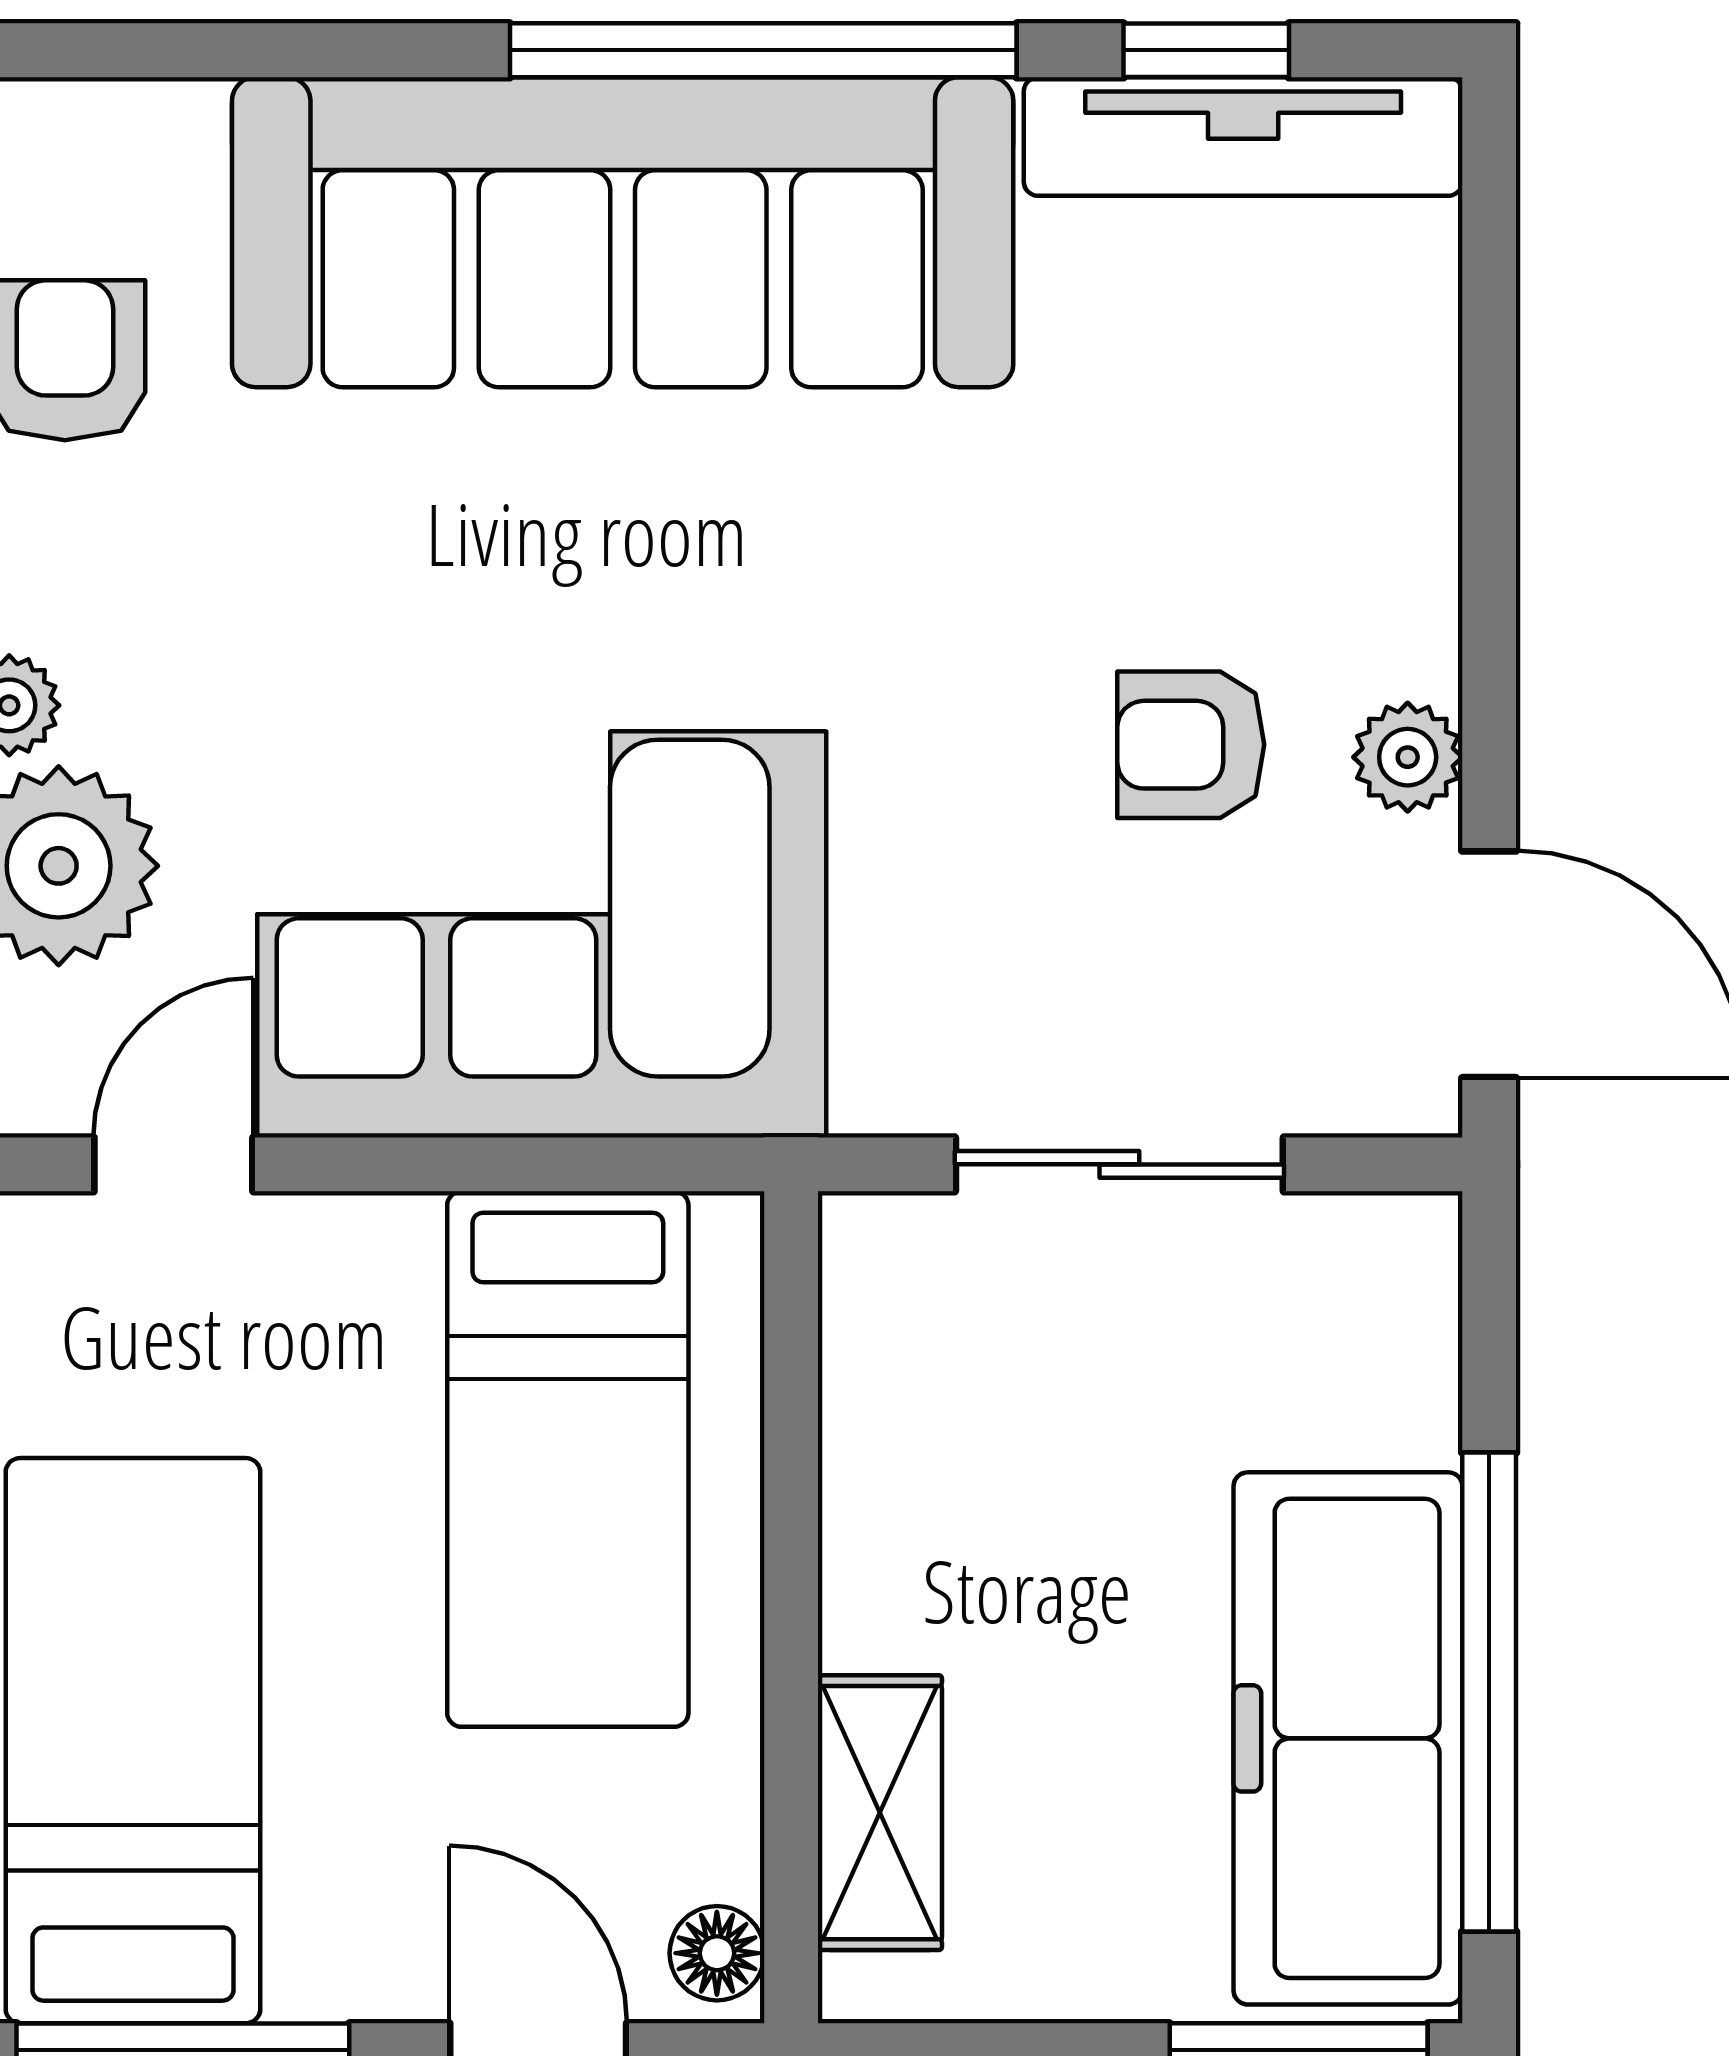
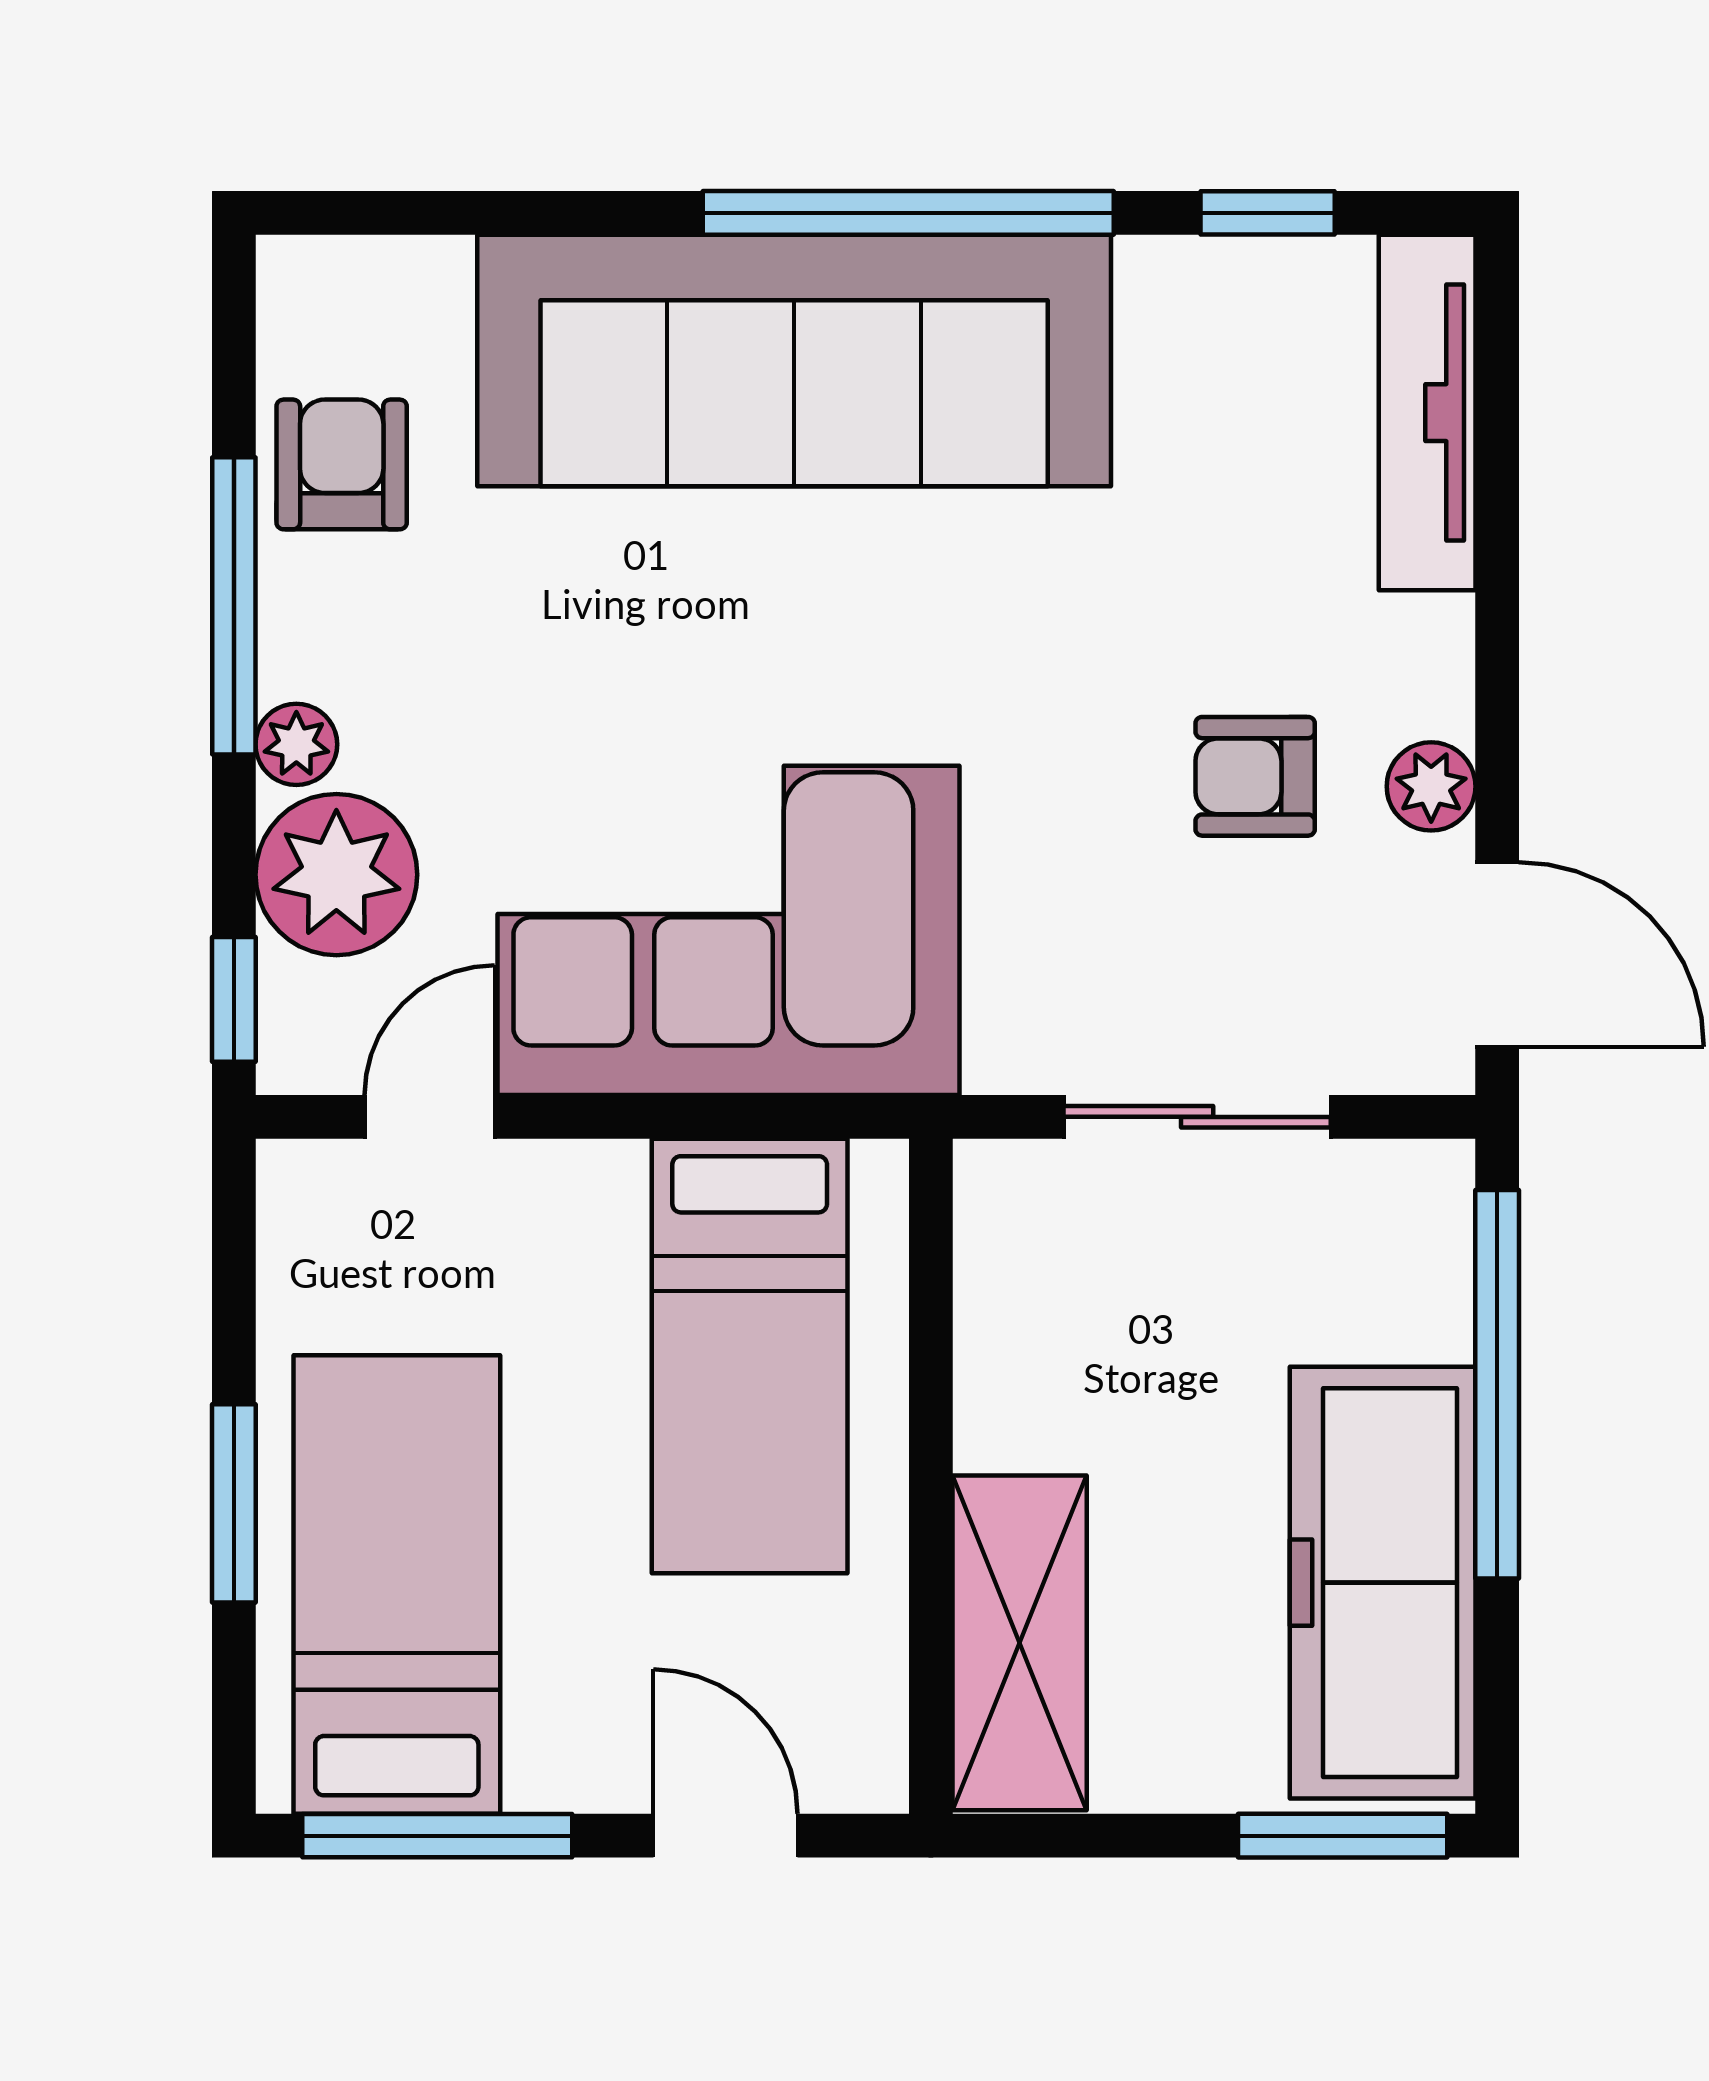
tv unit: (1243, 137) -> (1427, 413), moved, turned 90
window: (1489, 1692) -> (1497, 1384), moved
shelving: (880, 1813) -> (1020, 1643), width x1.50, depth x1.33
floor lamp: (717, 1953) -> (871, 1757), removed

